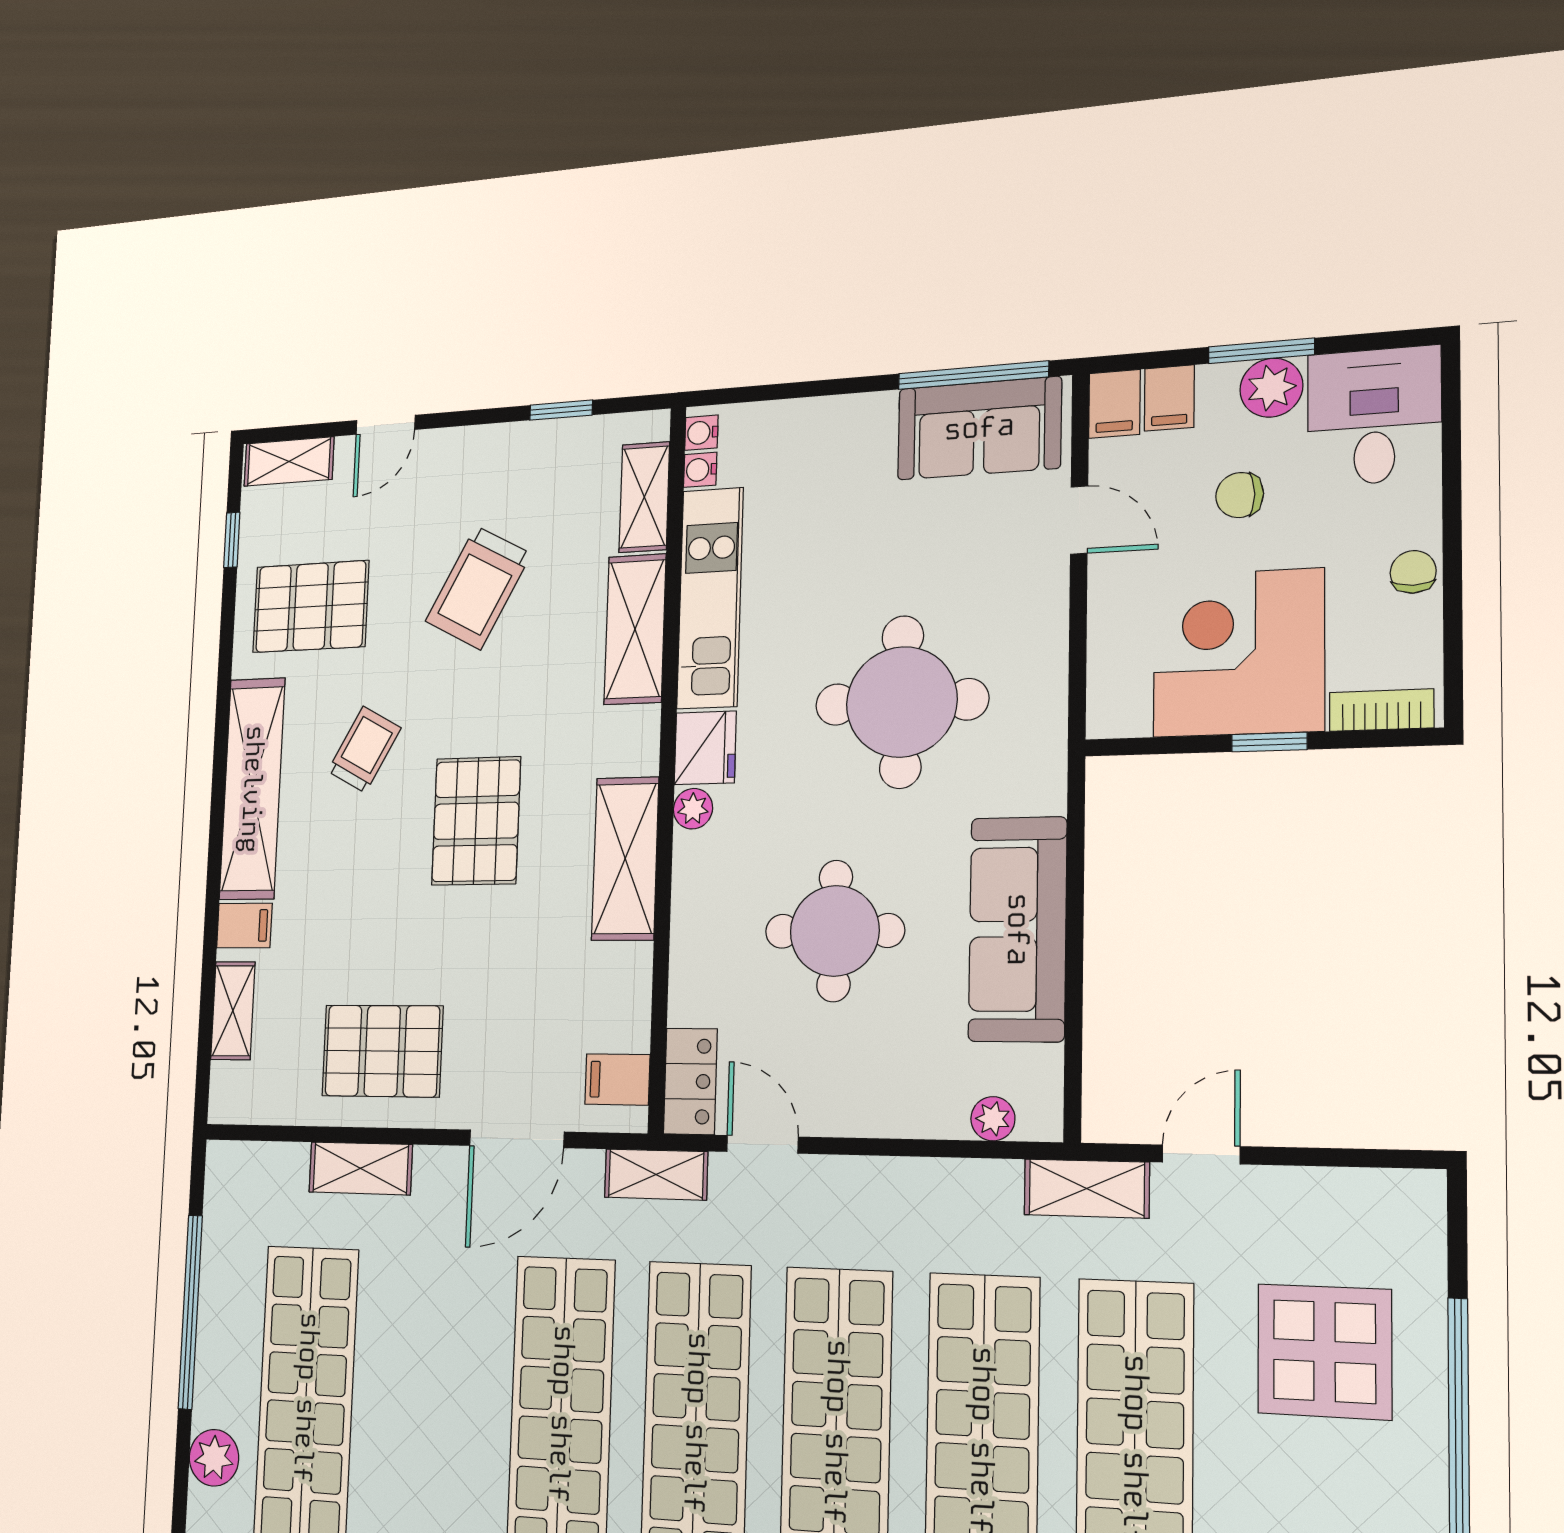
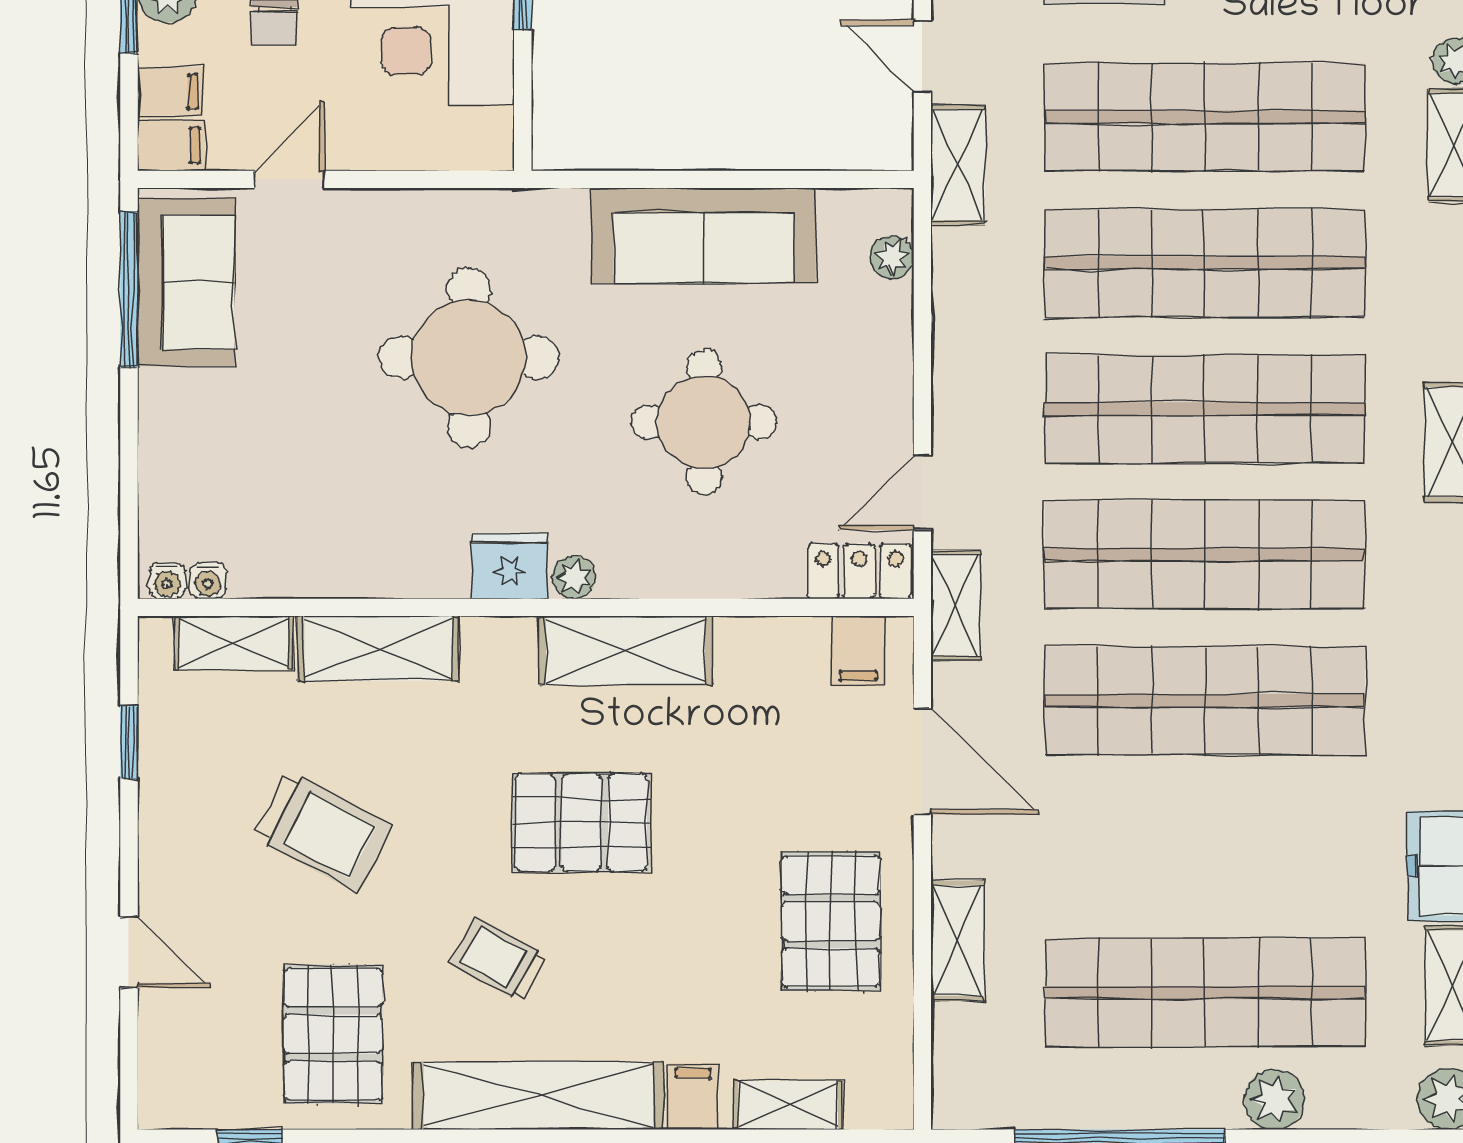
shelving: (289, 462) -> (162, 1071), removed
kitchen unit: (710, 598) -> (349, 566), removed

